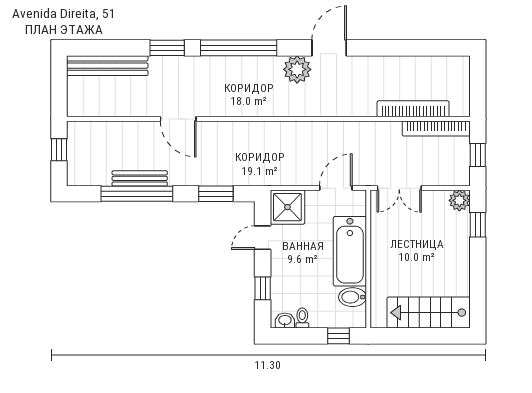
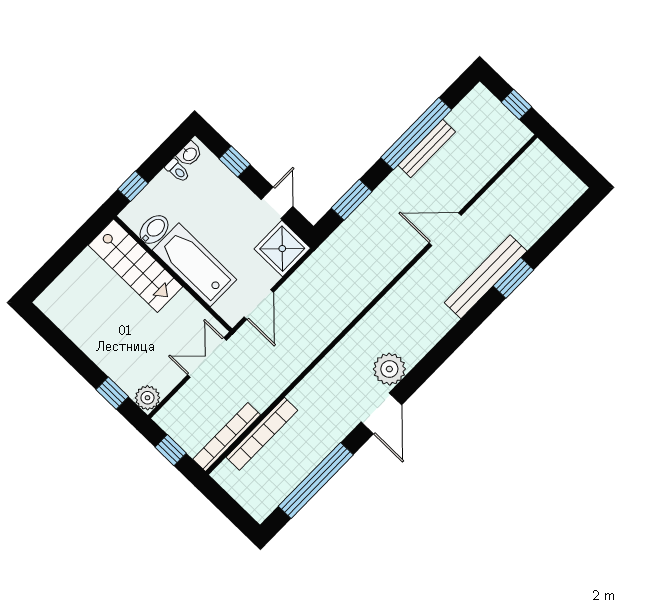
window: (239, 48) -> (316, 481), moved
bench: (107, 66) -> (486, 277), moved
stairs: (429, 313) -> (135, 266), moved, turned 90

